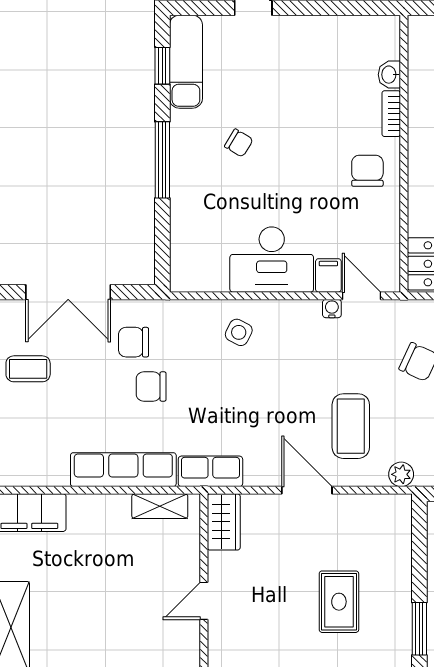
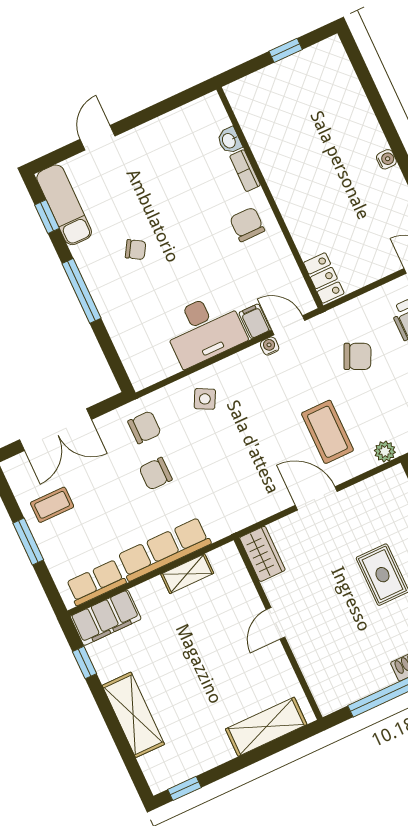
chair: (134, 342) -> (144, 427), moved, turned 180
row of seats: (210, 471) -> (96, 583), moved
shelving: (160, 506) -> (187, 574), moved

